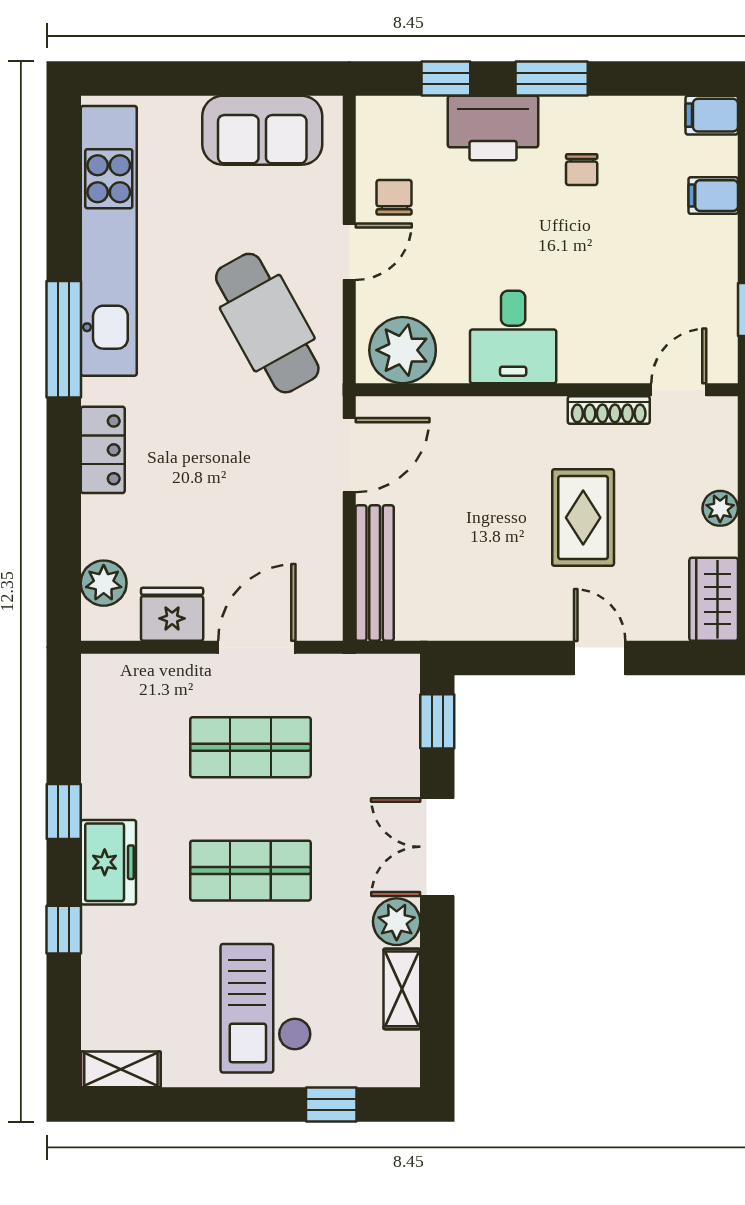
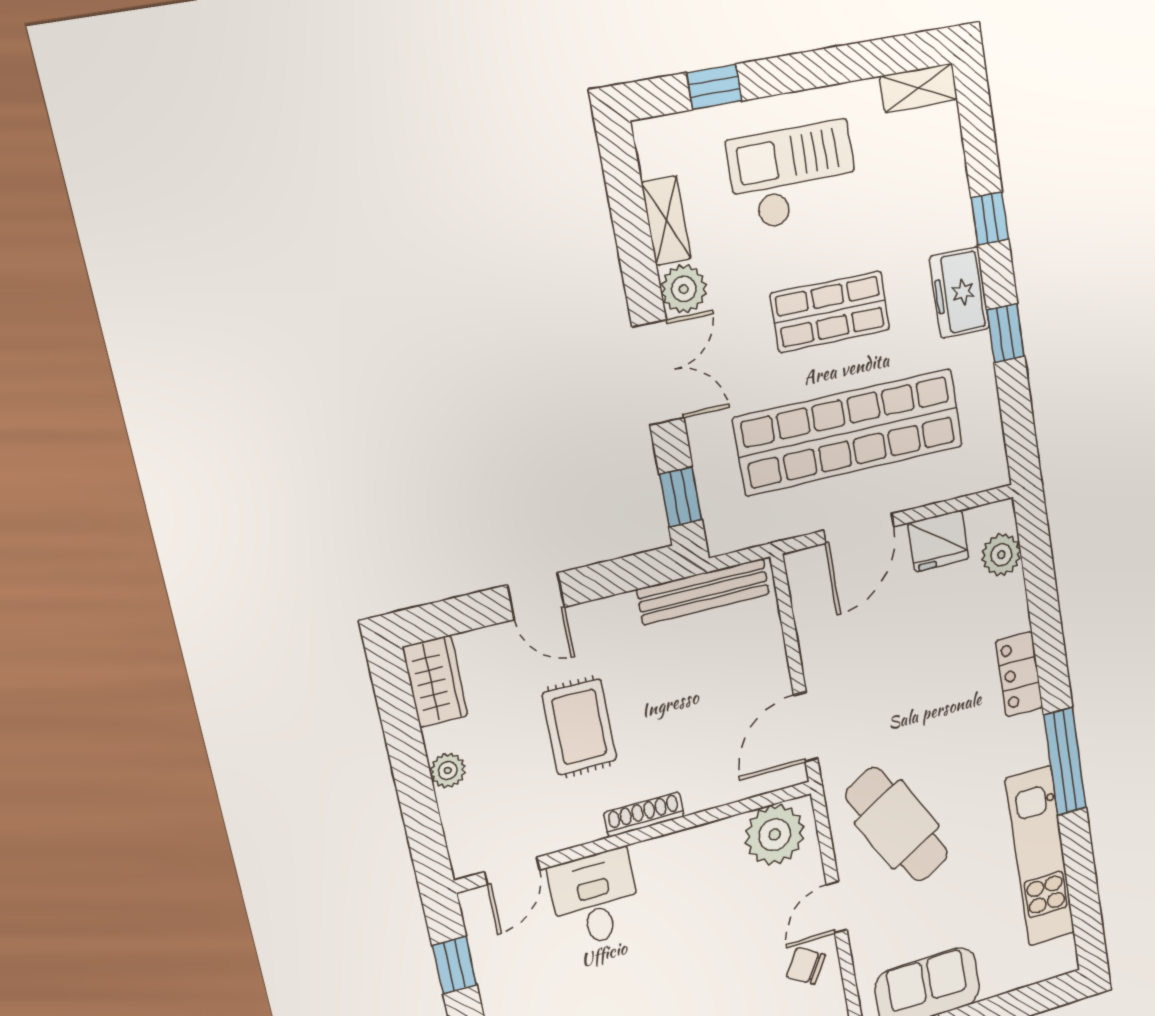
chair: (394, 197) -> (806, 966), turned 121
kitchen unit: (109, 241) -> (1040, 856), width x0.73
desk: (513, 337) -> (595, 898), moved
shoe rack: (609, 410) -> (644, 814), moved
bench: (375, 573) -> (703, 592), moved, turned 90
shop shelf: (250, 747) -> (849, 432), width x2.00, depth x1.36
checkout: (266, 1008) -> (793, 176), turned -90

